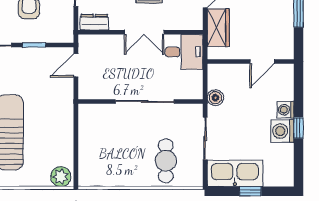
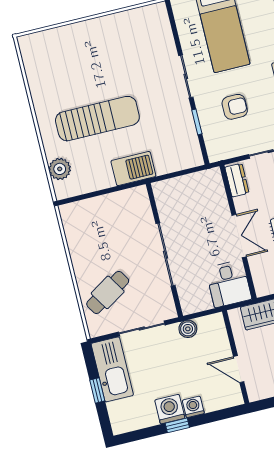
double door: (144, 32) -> (239, 236), swing flipped
door: (76, 65) -> (186, 172), removed
barbecue: (62, 111) -> (133, 169), added
cafe table: (166, 161) -> (108, 292), turned -32
plant: (61, 177) -> (60, 169), moved

